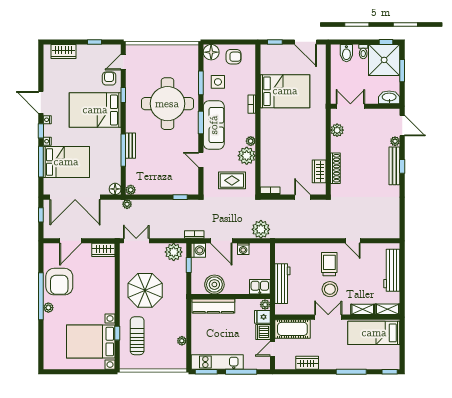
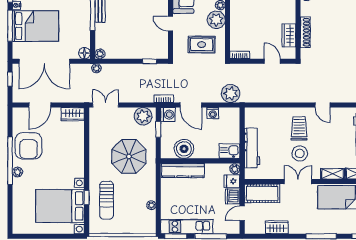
parasol: (145, 290) -> (129, 156), moved
sun lounger: (137, 336) -> (107, 200), turned 180

